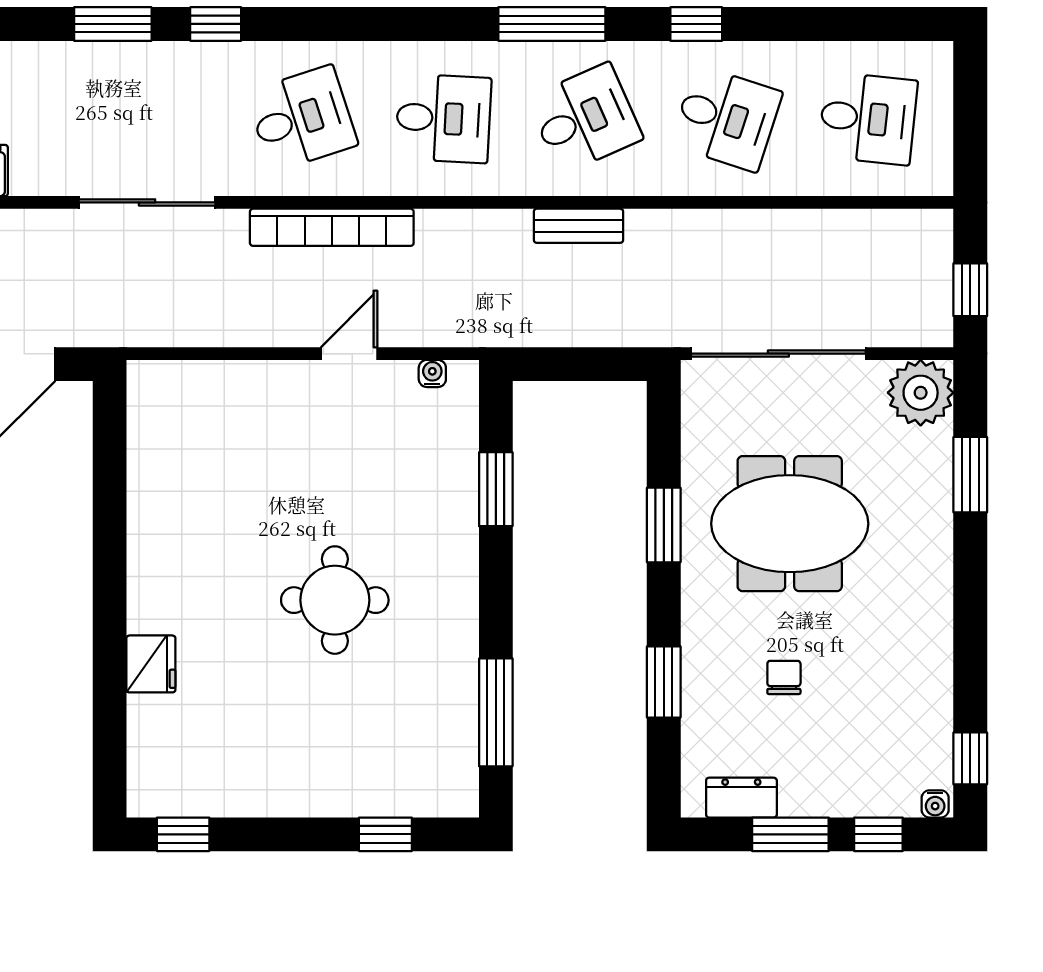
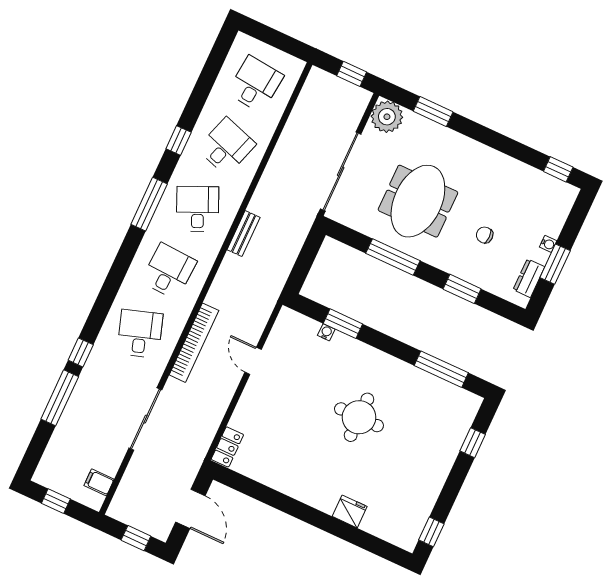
window: (113, 24) -> (60, 398), width x1.44
water cooler: (432, 373) -> (326, 332), moved, turned 90
locker: (166, 380) -> (227, 447), added
window: (664, 525) -> (393, 257), width x1.44
water cooler: (935, 804) -> (548, 244), moved
window: (878, 834) -> (573, 225), removed

